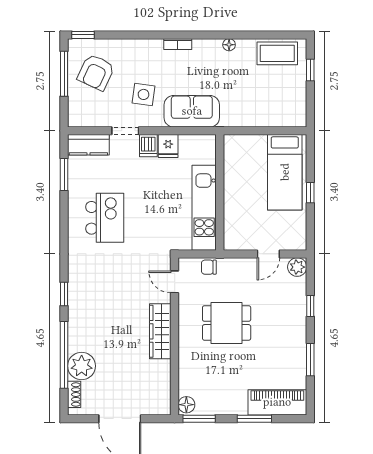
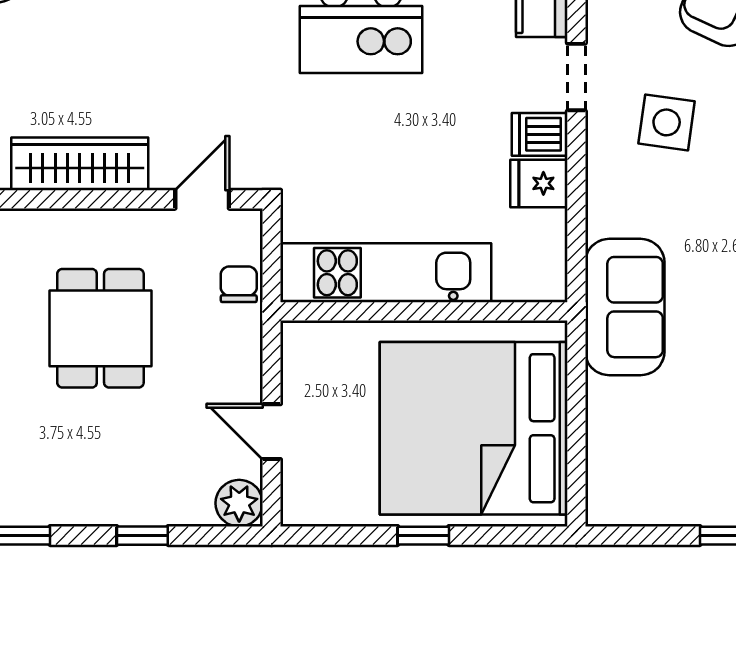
sofa: (192, 111) -> (625, 307), moved
bed: (285, 172) -> (474, 428), width x2.04

